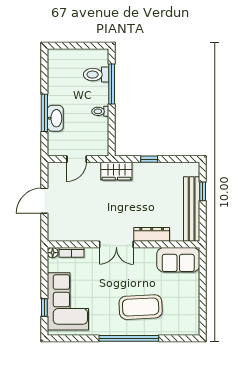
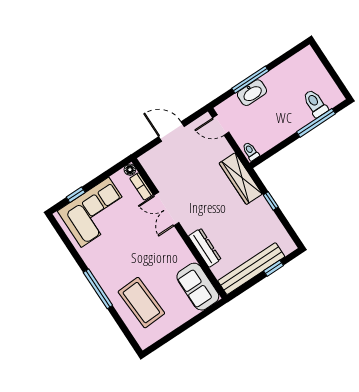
toilet: (100, 111) -> (251, 151), moved
door: (77, 159) -> (221, 125), moved
wardrobe: (116, 171) -> (241, 179), width x1.50
double door: (116, 244) -> (166, 209), moved
coffee table: (141, 307) -> (141, 303), moved
window: (129, 338) -> (98, 289), width x0.68

